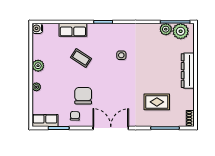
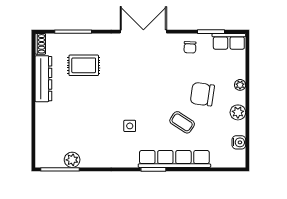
water cooler: (37, 28) -> (239, 142), moved
row of seats: (73, 30) -> (174, 159), width x2.02
plant: (181, 31) -> (53, 157), removed
dresser: (188, 71) -> (43, 79), moved
chair: (83, 96) -> (202, 94), moved, turned 98
double door: (111, 128) -> (143, 32), swing flipped

